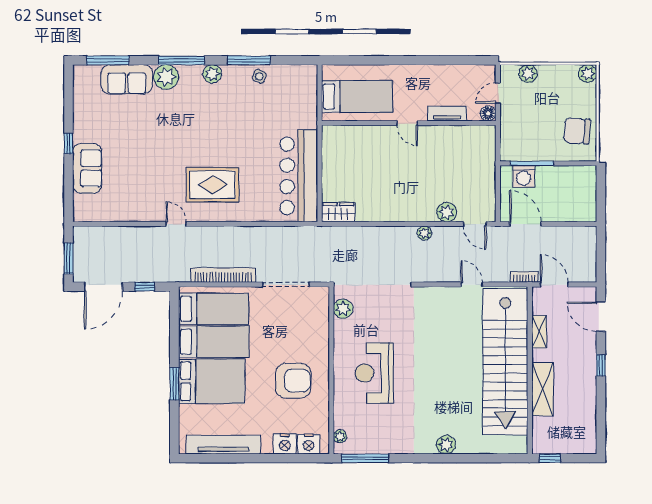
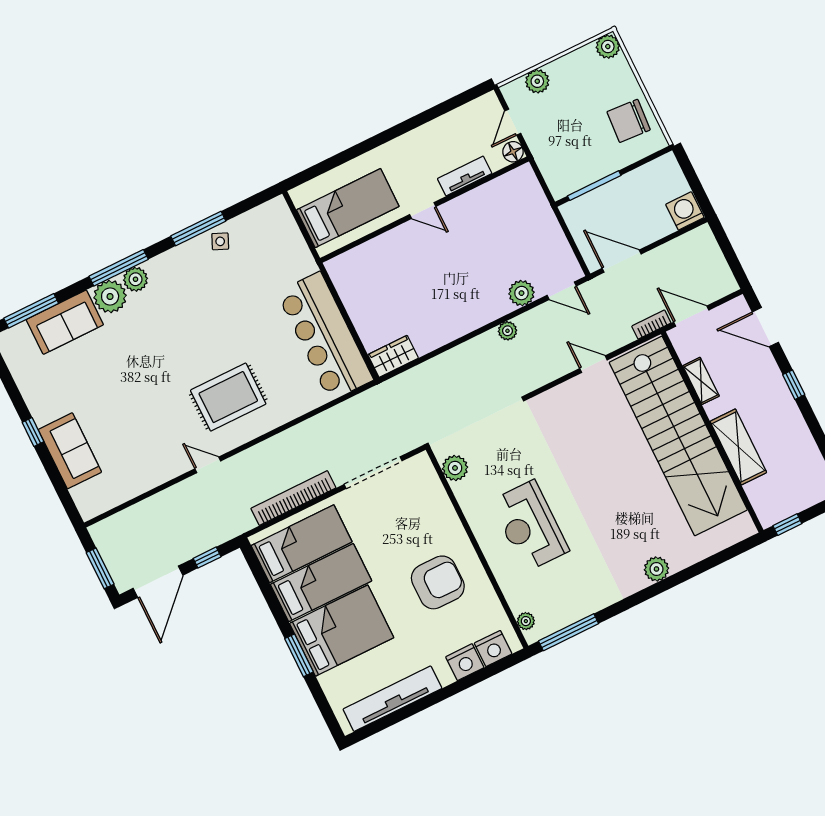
plant: (212, 74) -> (136, 279), moved
washing machine: (524, 176) -> (685, 211), moved, turned 180

